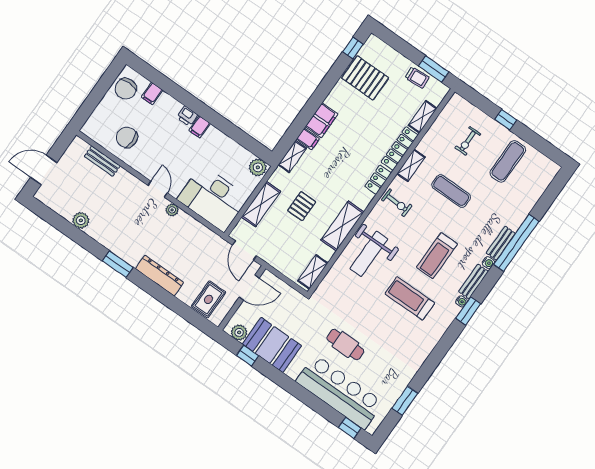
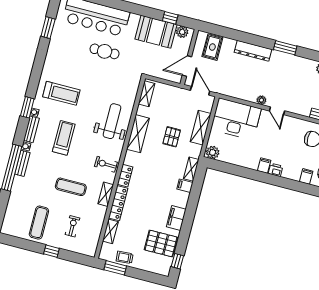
filing cabinet: (322, 120) -> (176, 218), moved
treadmill: (410, 298) -> (61, 93), moved

